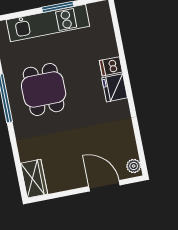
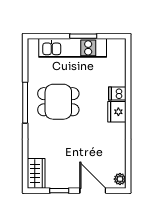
dining table: (44, 89) -> (58, 102), turned 90
window: (65, 193) -> (59, 191), added

